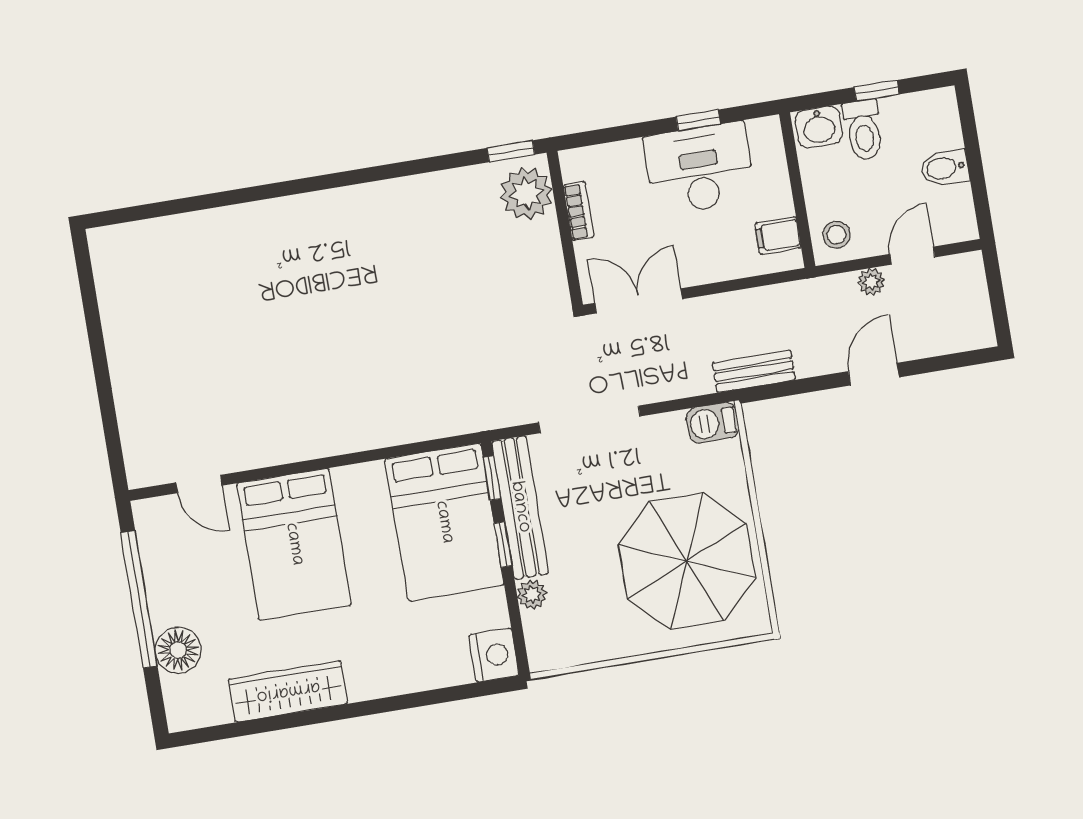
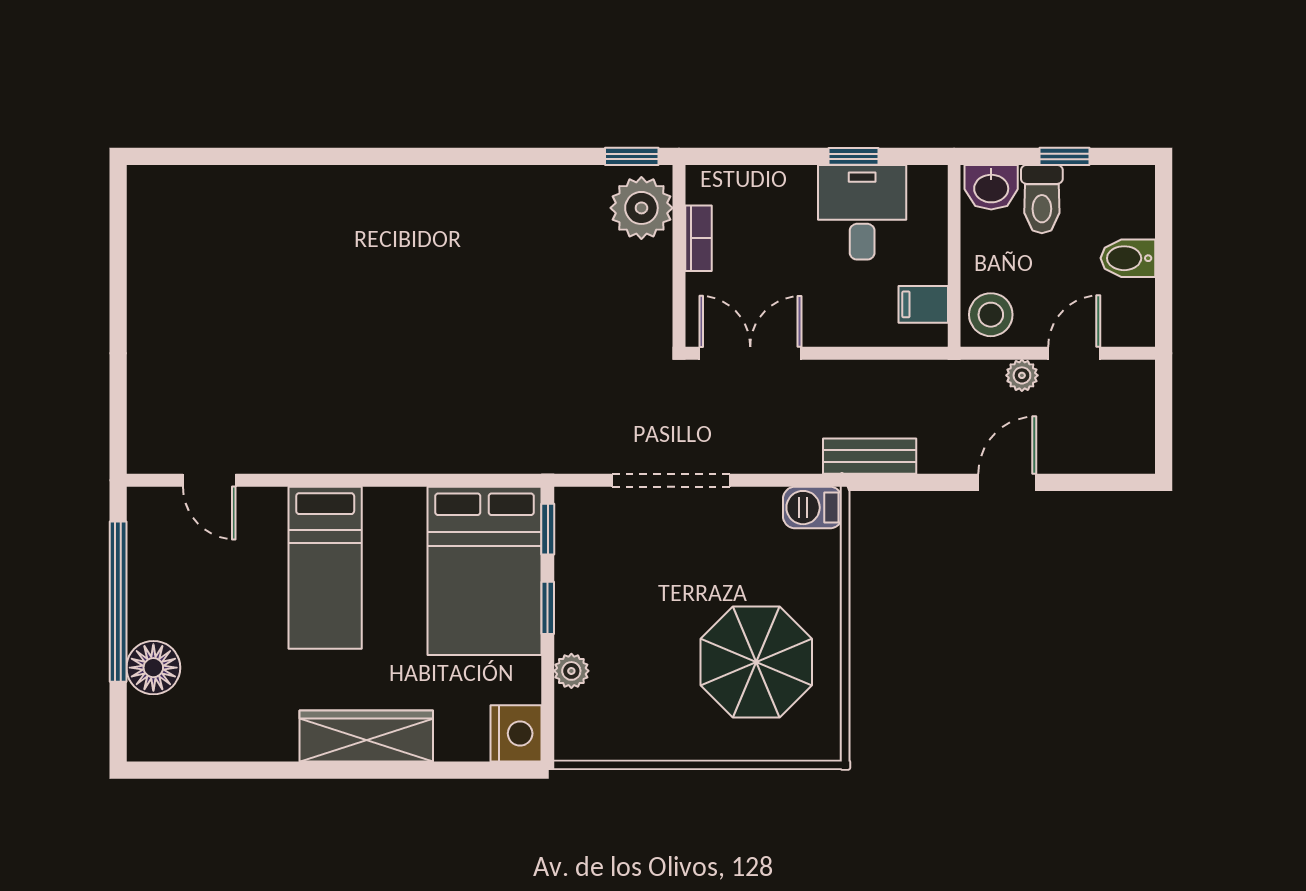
desk: (700, 169) -> (862, 212), width x0.73
stool: (836, 235) -> (991, 315), width x1.37, depth x1.37
bench: (520, 507) -> (574, 568), removed
bed: (294, 544) -> (325, 568), width x0.67
parasol: (687, 561) -> (756, 662), width x0.73, depth x0.73
wardrobe: (288, 691) -> (366, 736), moved

